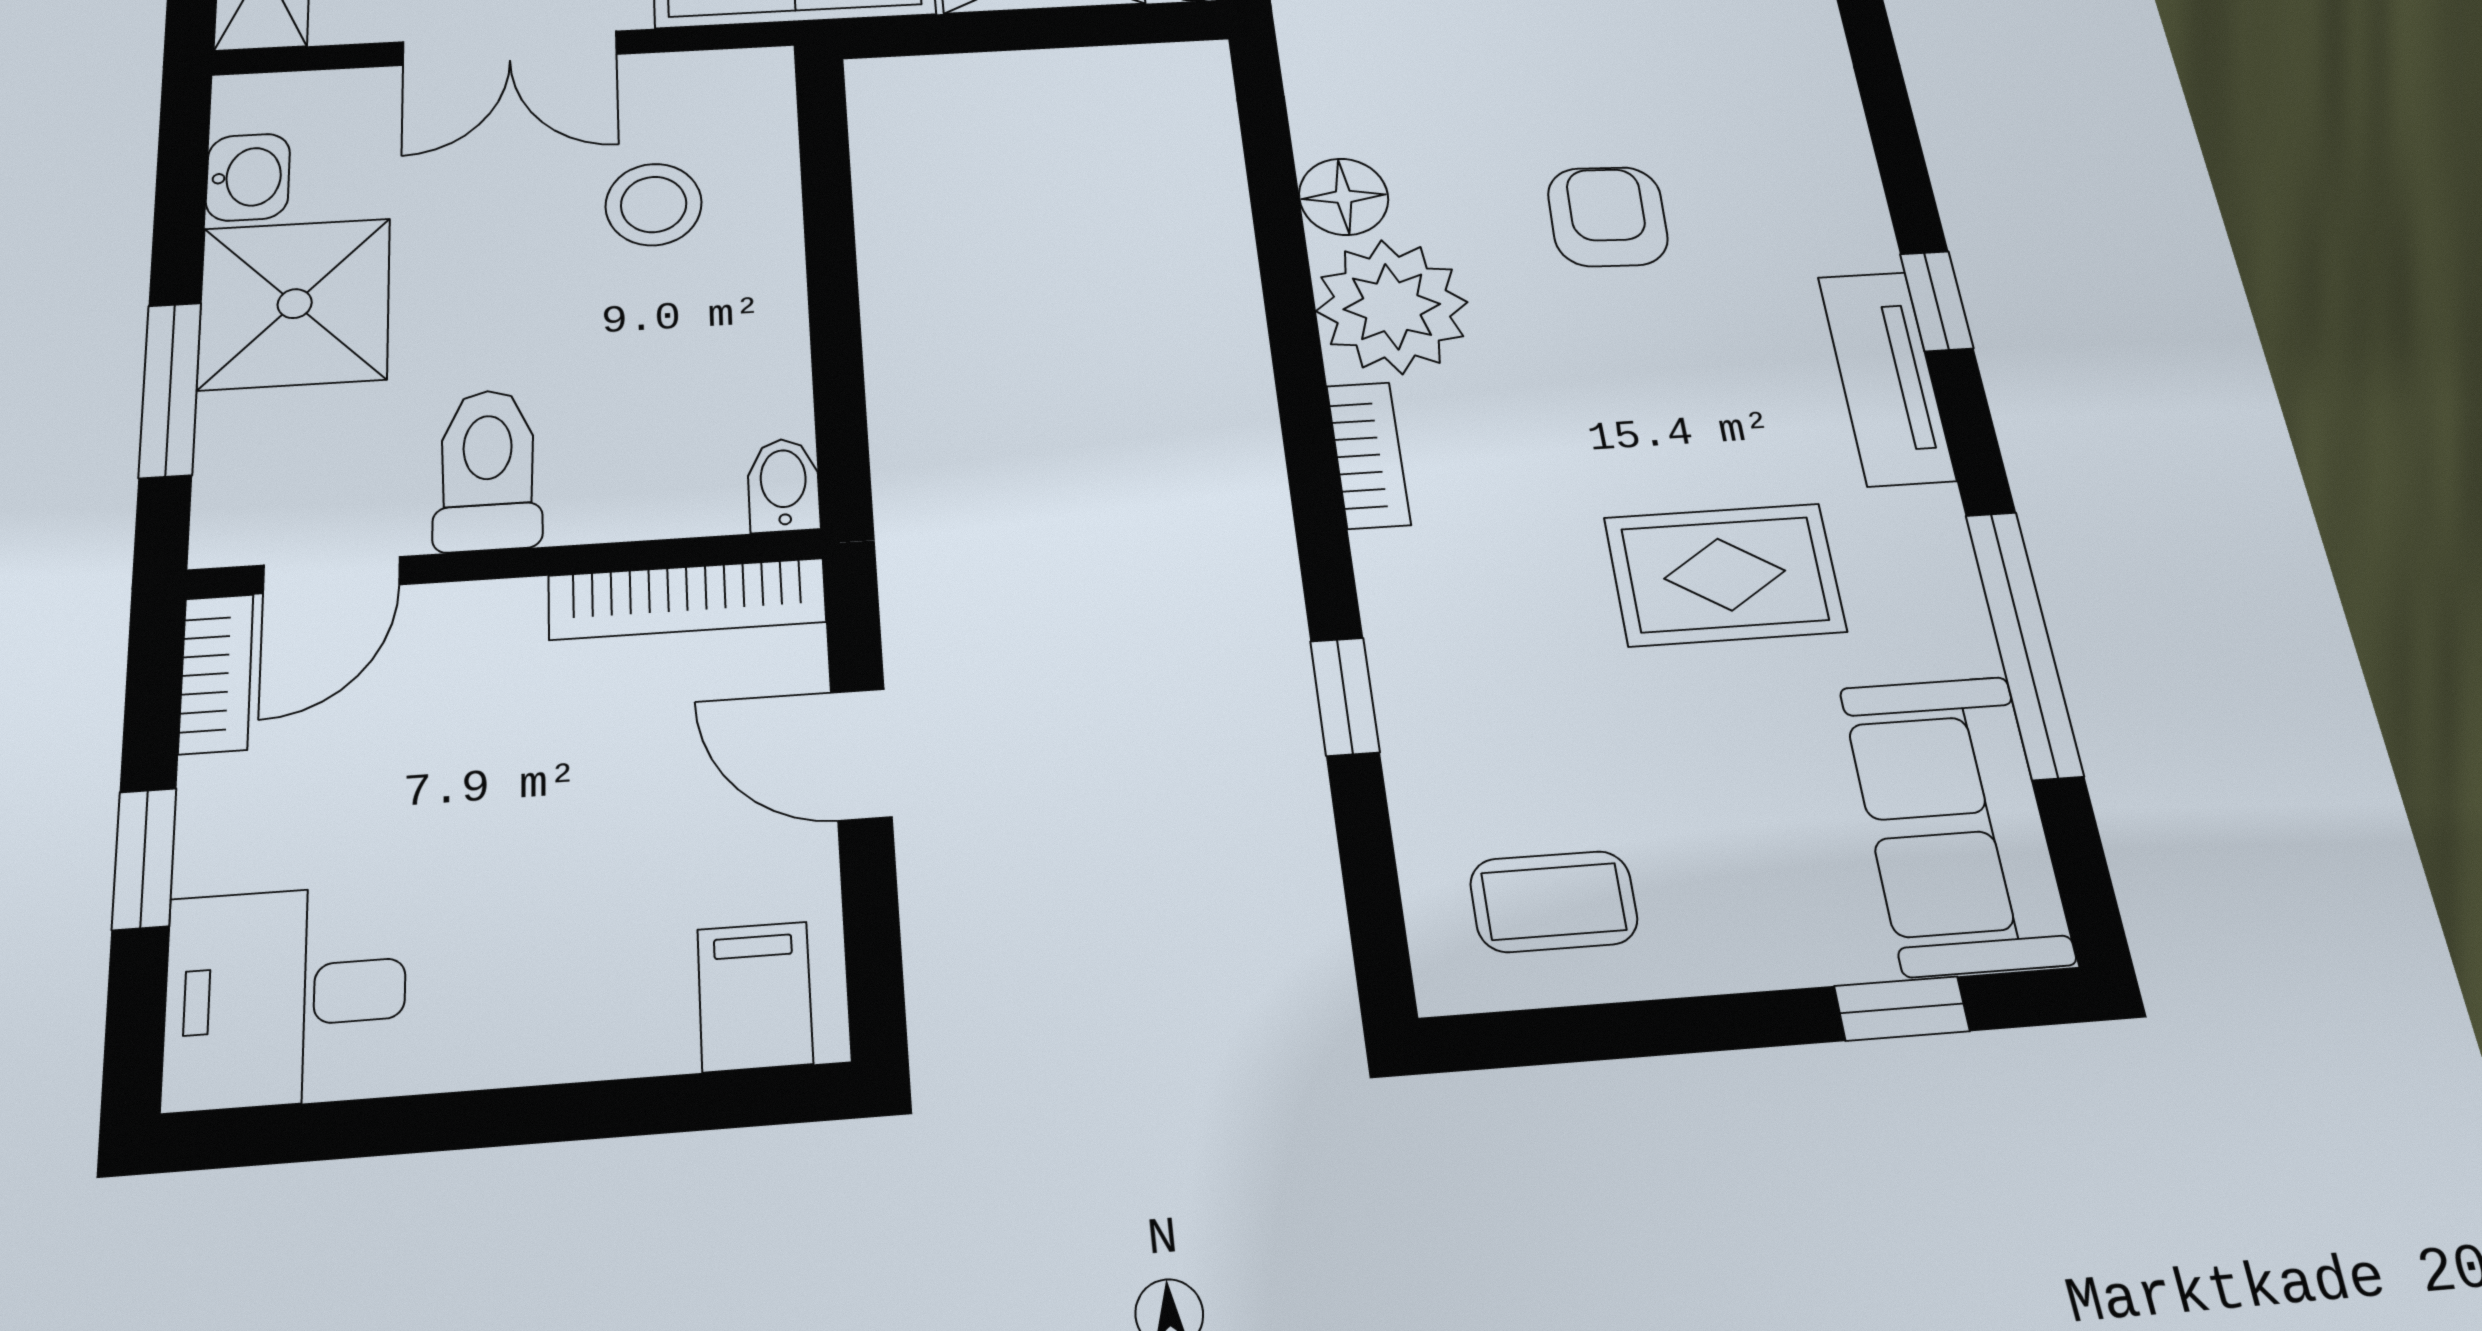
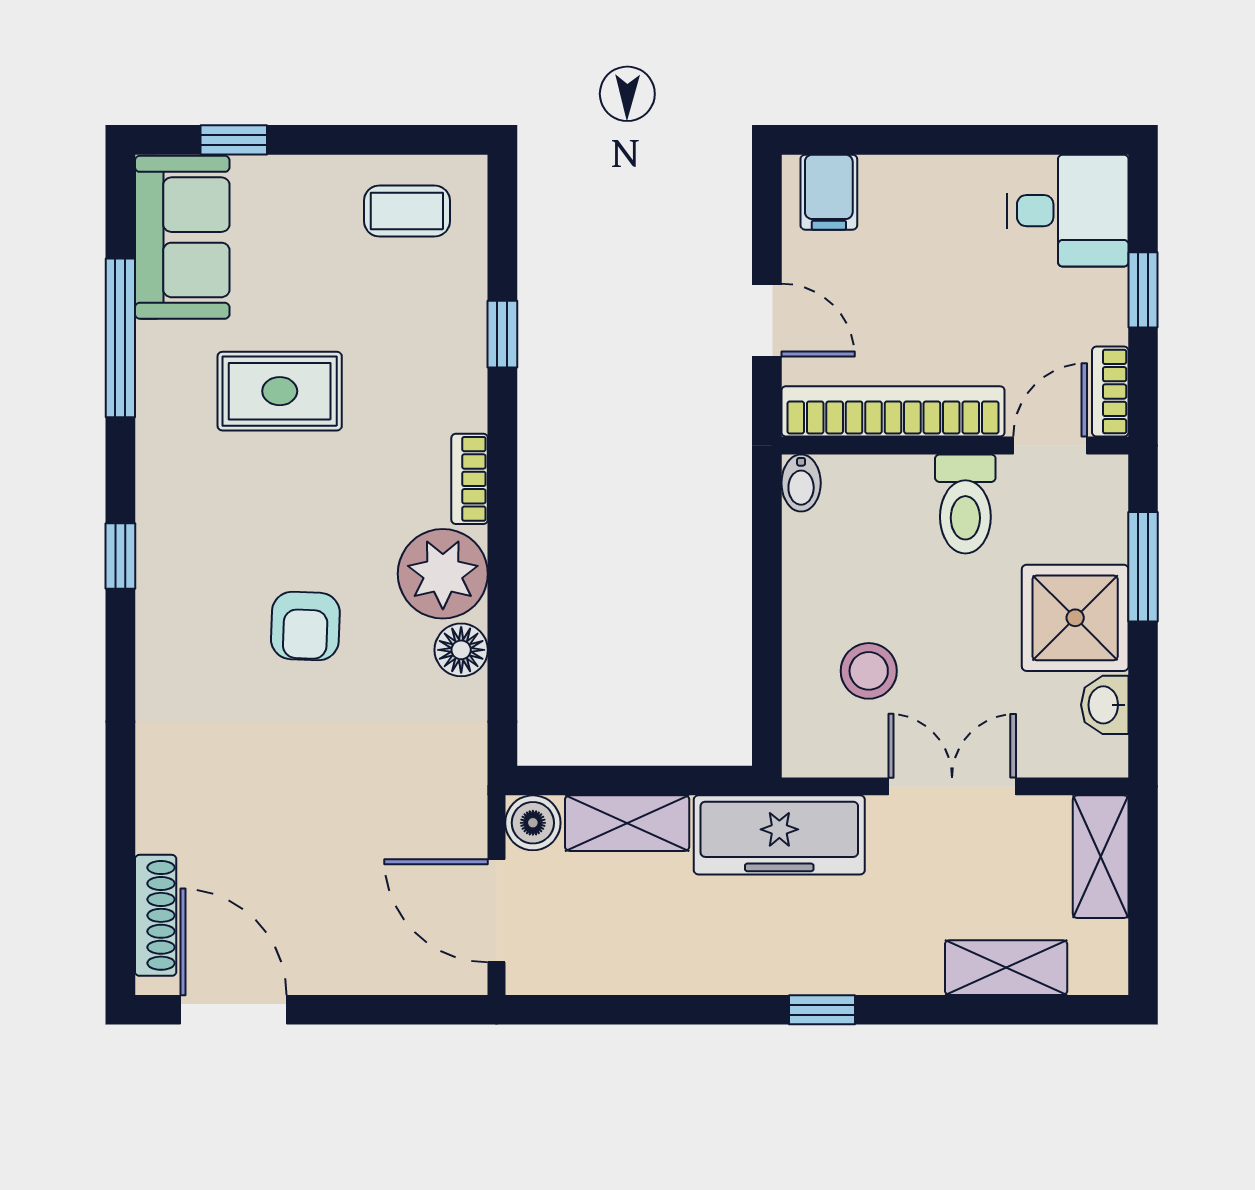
tv unit: (1886, 378) -> (161, 508), removed
bookcase: (687, 599) -> (893, 411), width x1.48, depth x1.31

